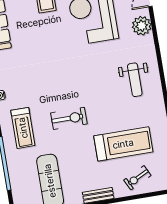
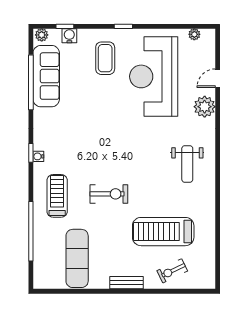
treadmill: (23, 128) -> (57, 196), turned 180
treadmill: (123, 144) -> (163, 232), turned 180

